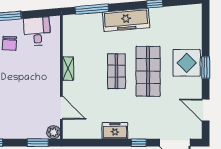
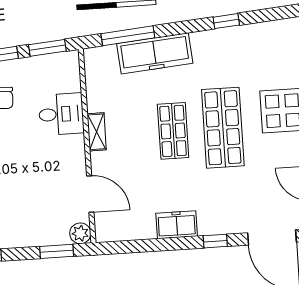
window: (40, 13) -> (47, 48), added
freezer: (126, 20) -> (155, 53), moved
desk: (37, 31) -> (61, 114), moved, turned 95

